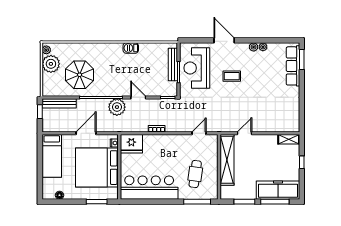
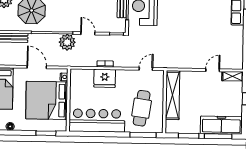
coffee table: (232, 76) -> (179, 14), removed
door: (86, 133) -> (37, 67), hinge flipped
door: (245, 133) -> (213, 70), moved
fridge: (131, 144) -> (105, 78), moved
cafe table: (195, 174) -> (142, 108), width x1.37, depth x1.35

